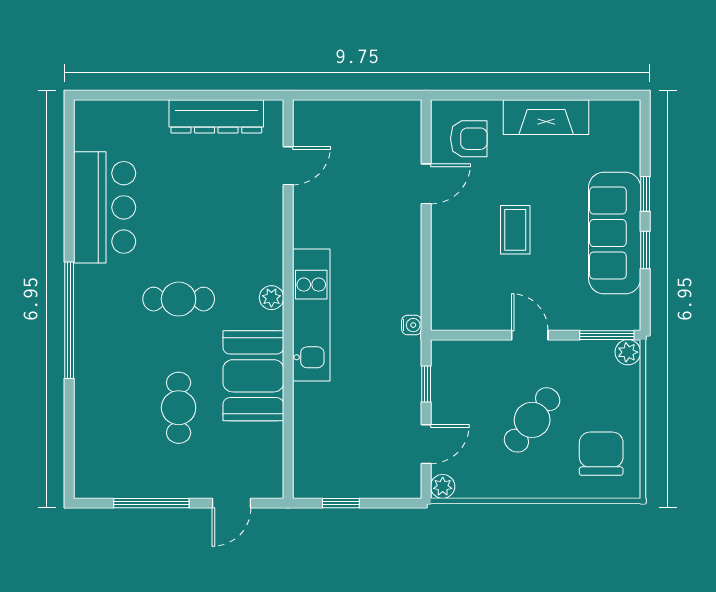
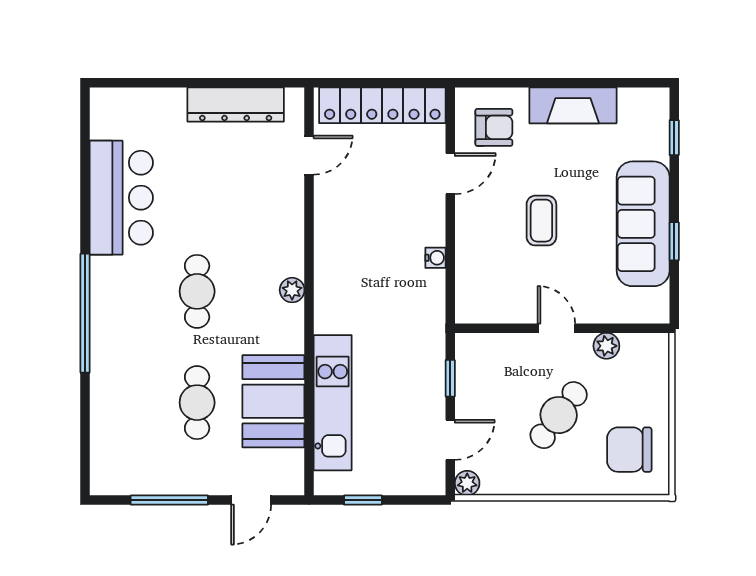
locker: (360, 117) -> (382, 105), added
window: (645, 194) -> (674, 138), moved
cafe table: (179, 299) -> (197, 291), turned 90
kitchen unit: (311, 315) -> (333, 403), moved
water cooler: (412, 325) -> (435, 258), moved
window: (607, 335) -> (635, 328), removed
plant: (628, 352) -> (606, 346), moved
booth: (253, 376) -> (273, 401), moved
chair: (601, 454) -> (629, 450), turned -90

